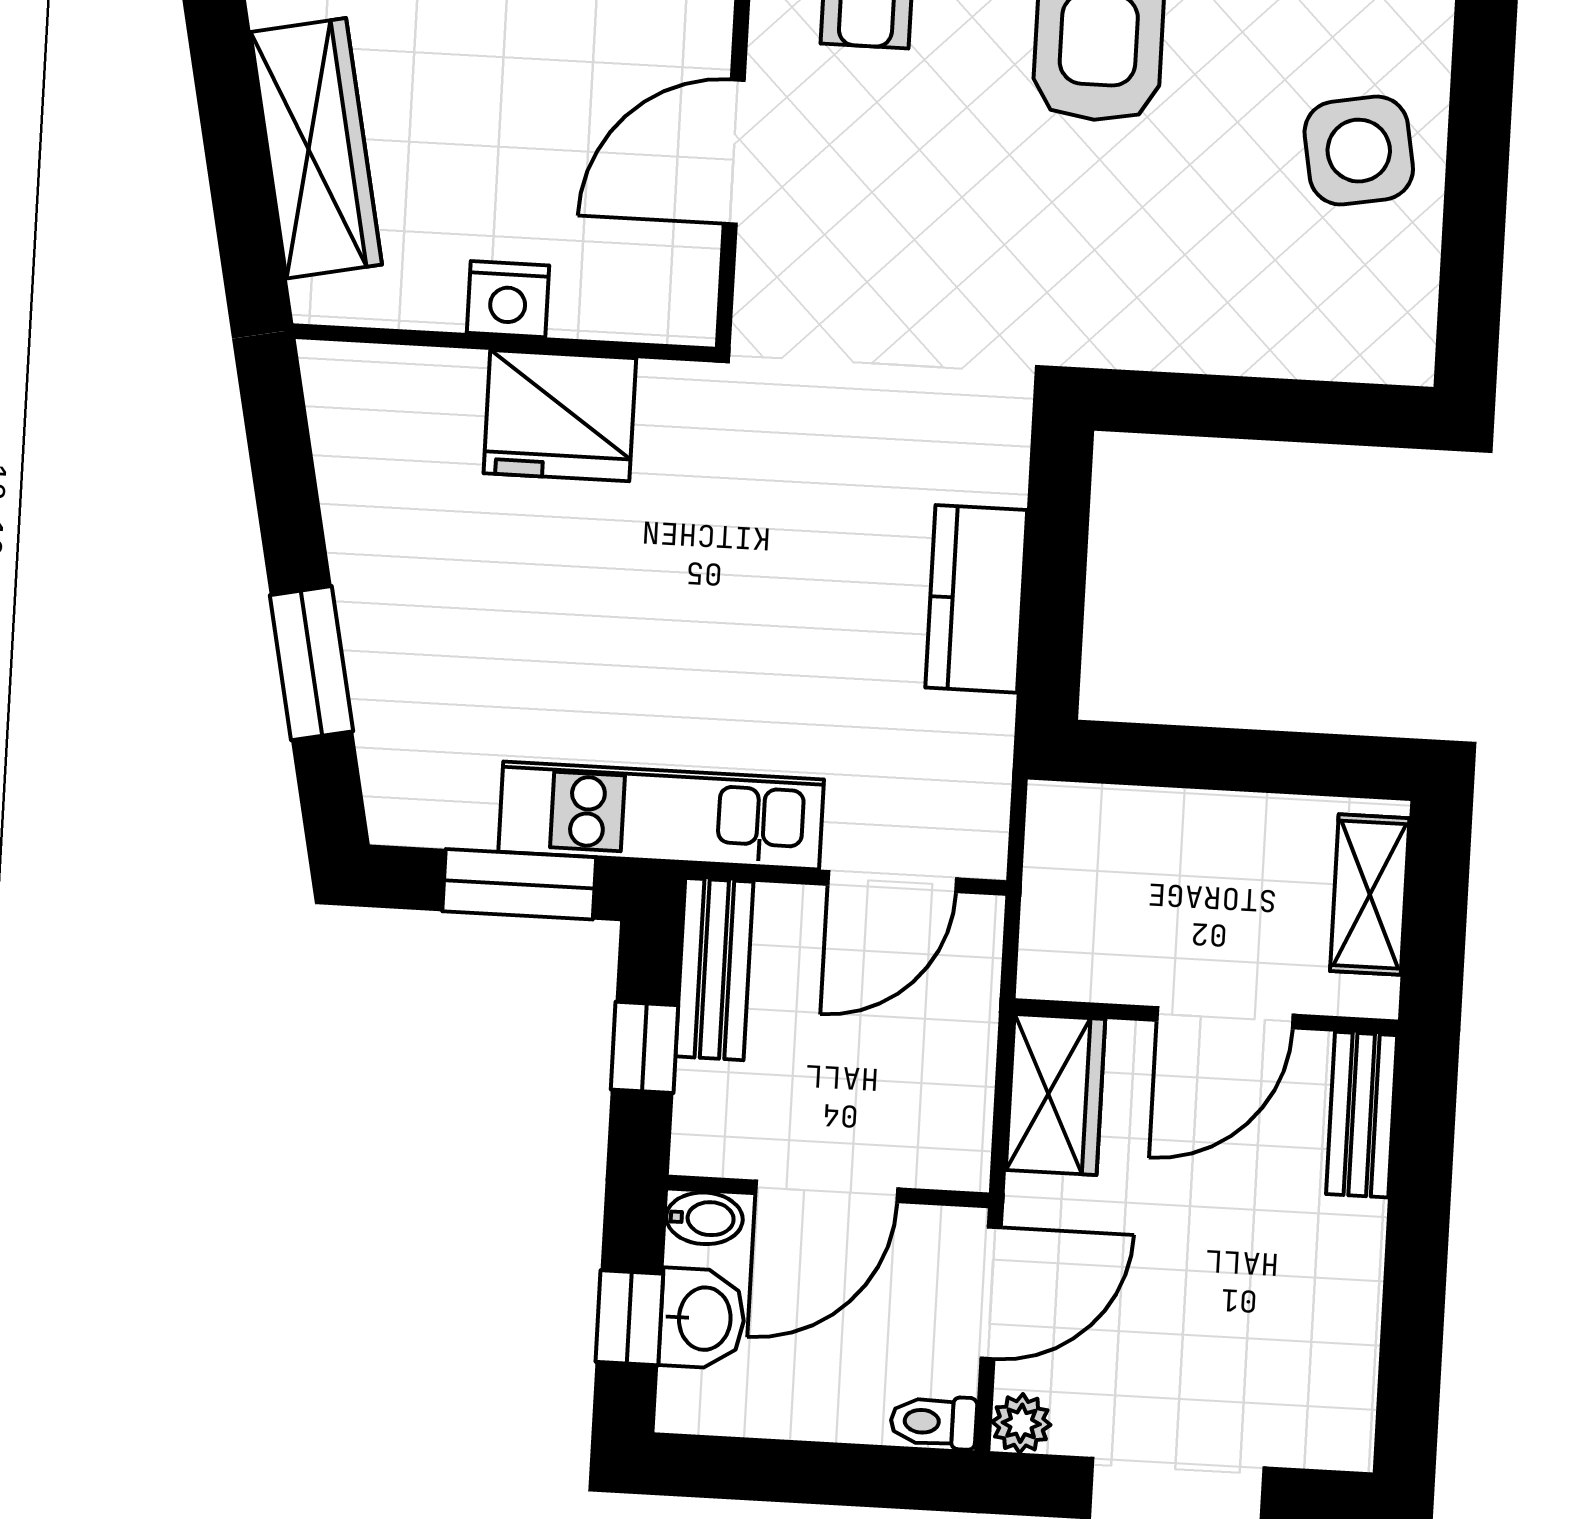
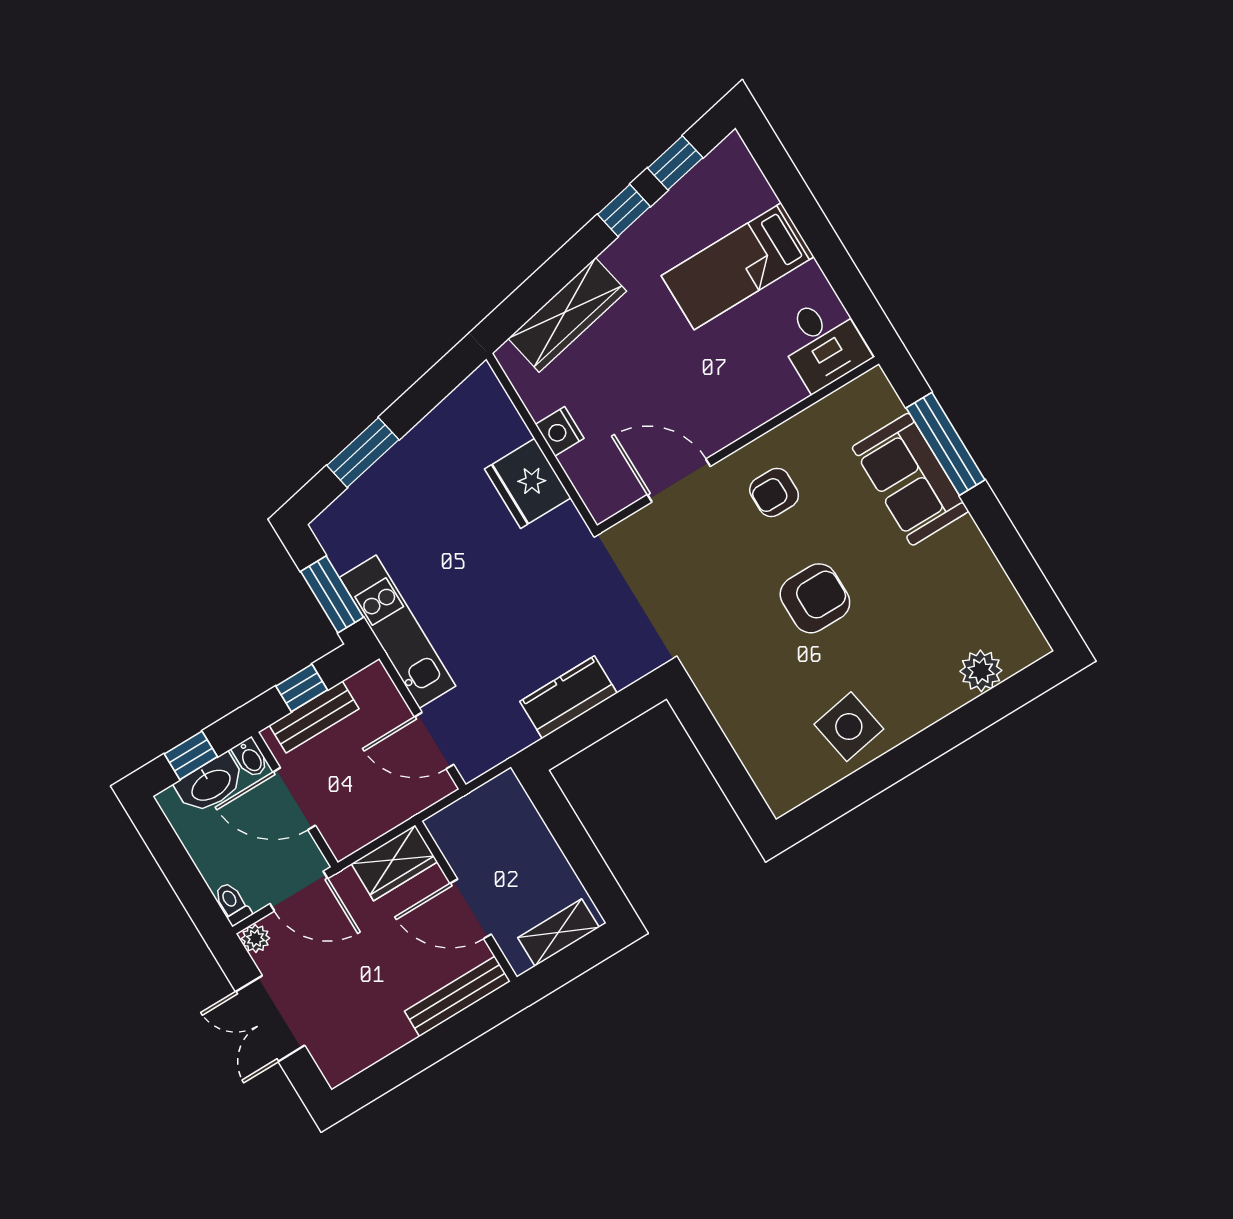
bench: (714, 969) -> (314, 717), moved
bench: (1362, 1115) -> (457, 996), width x1.36
washbasin: (702, 1318) -> (210, 784), width x1.38

